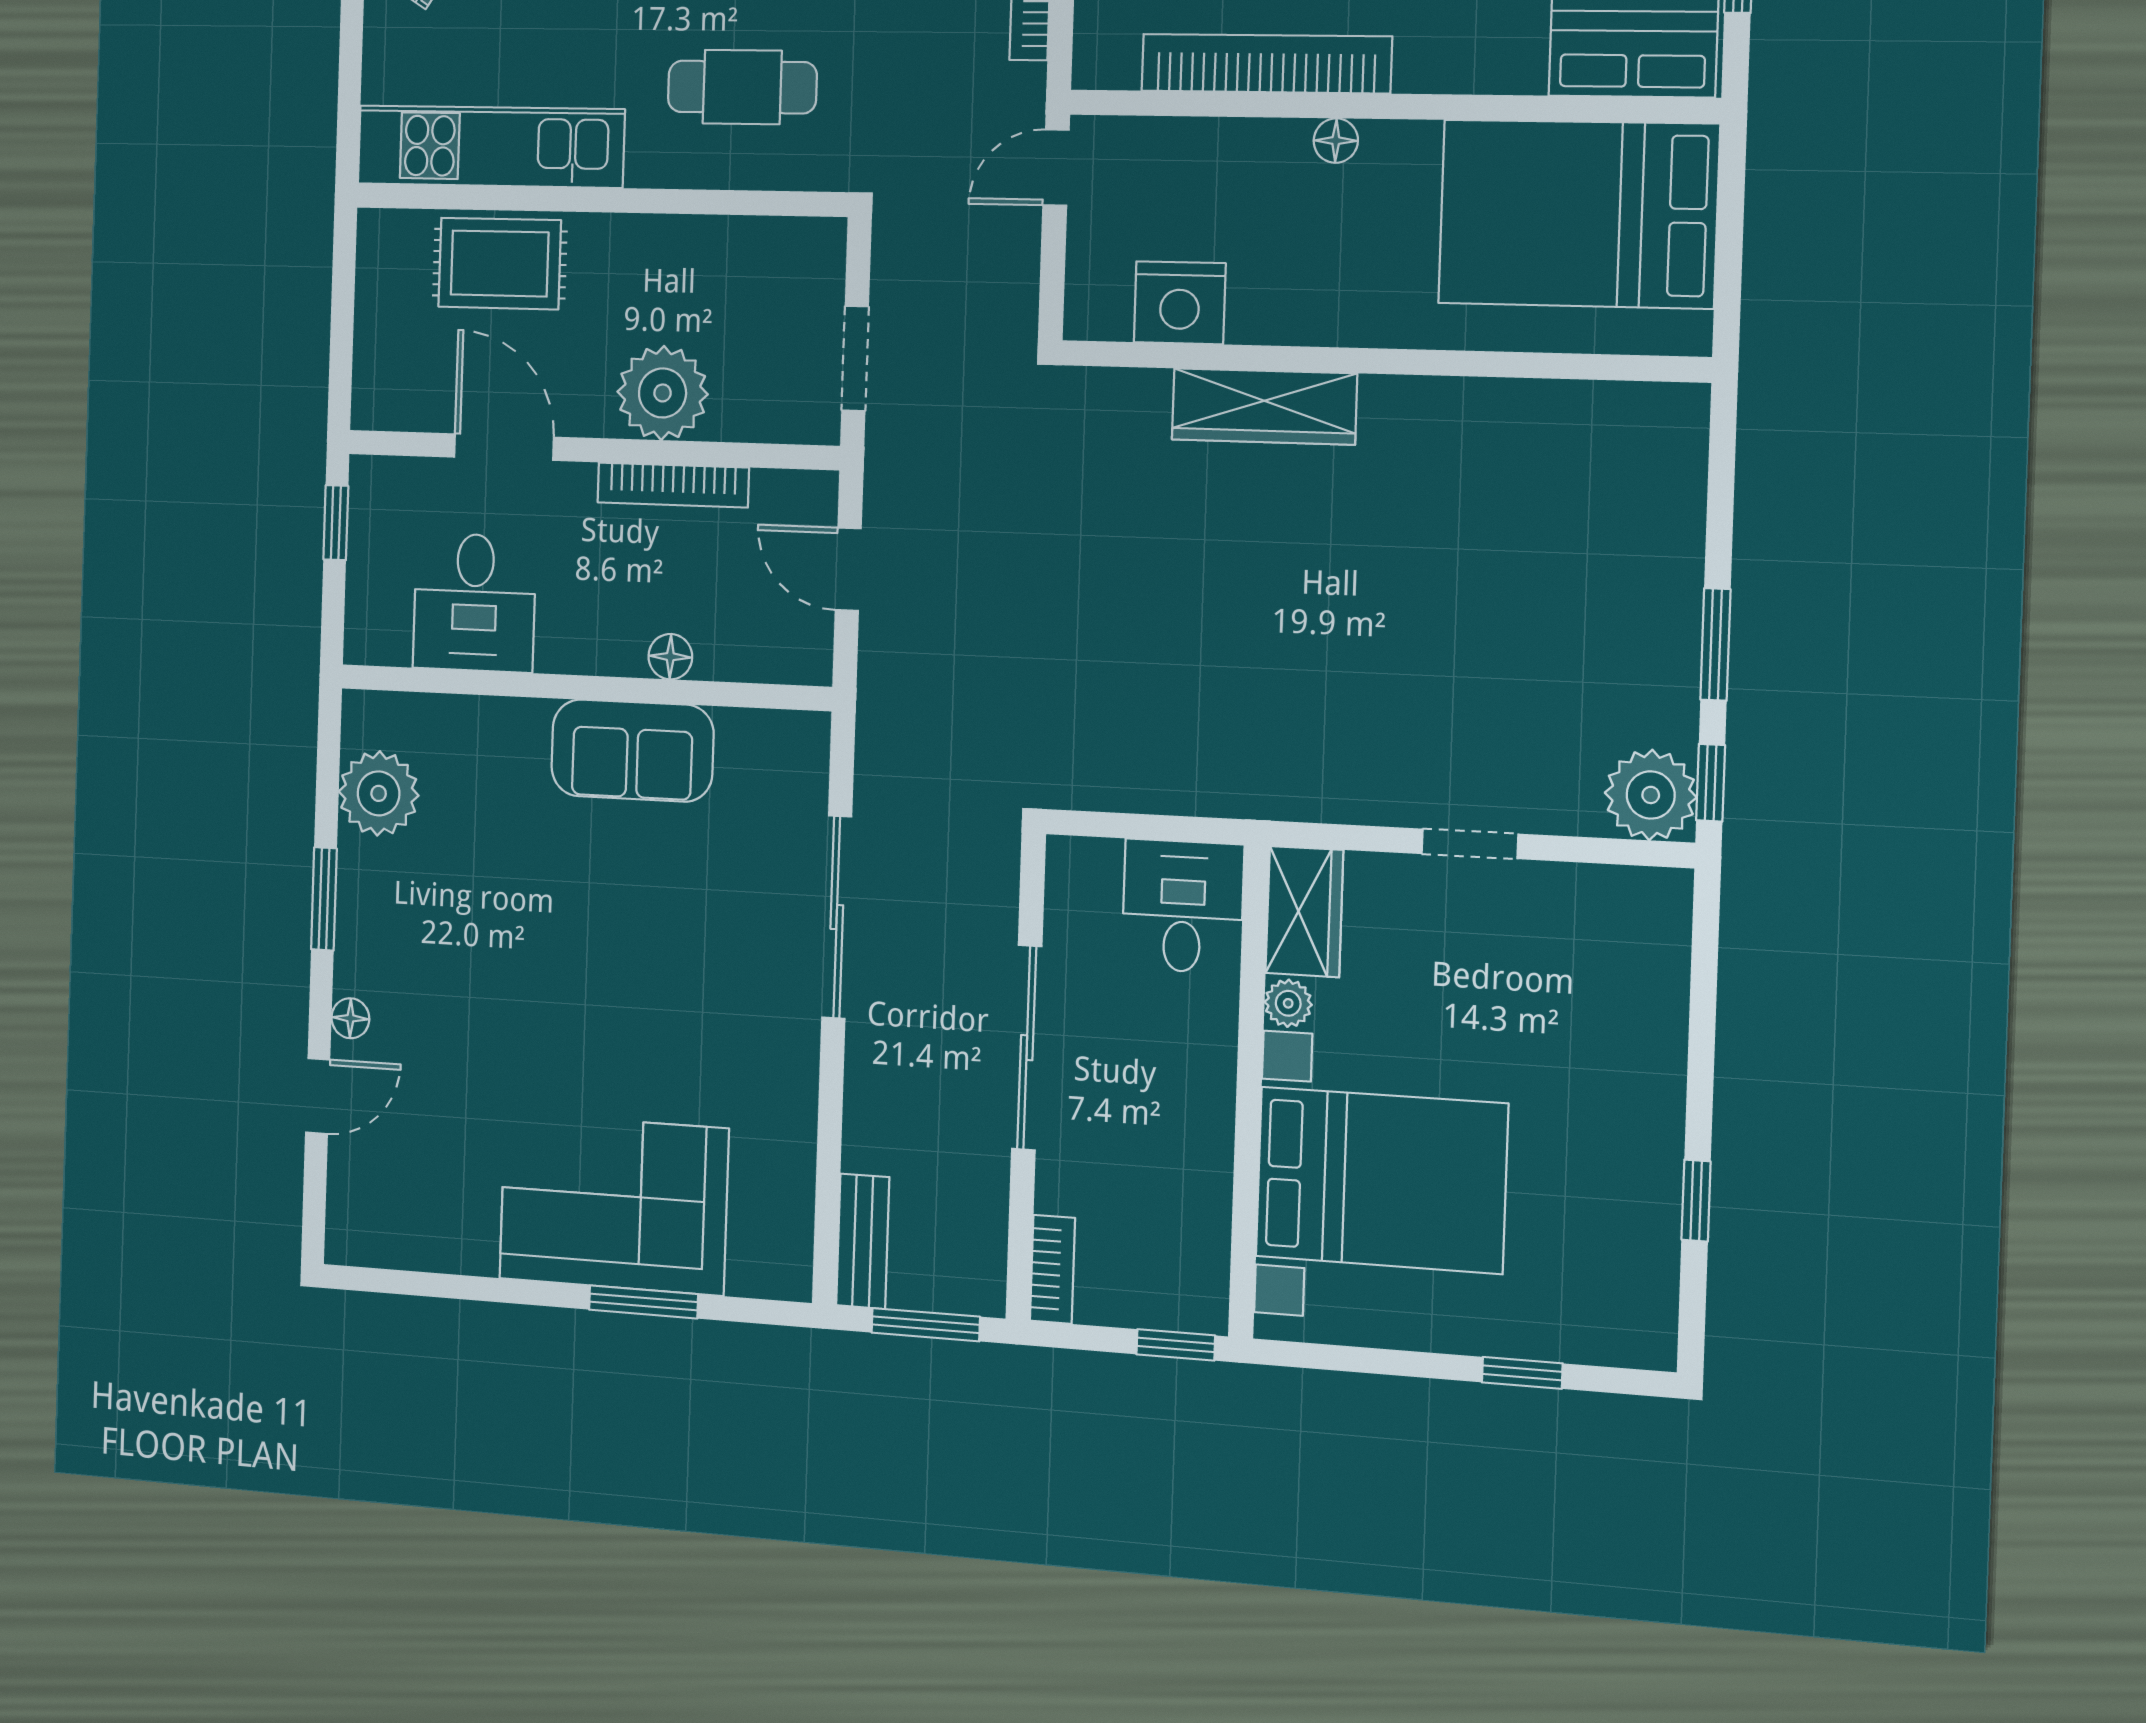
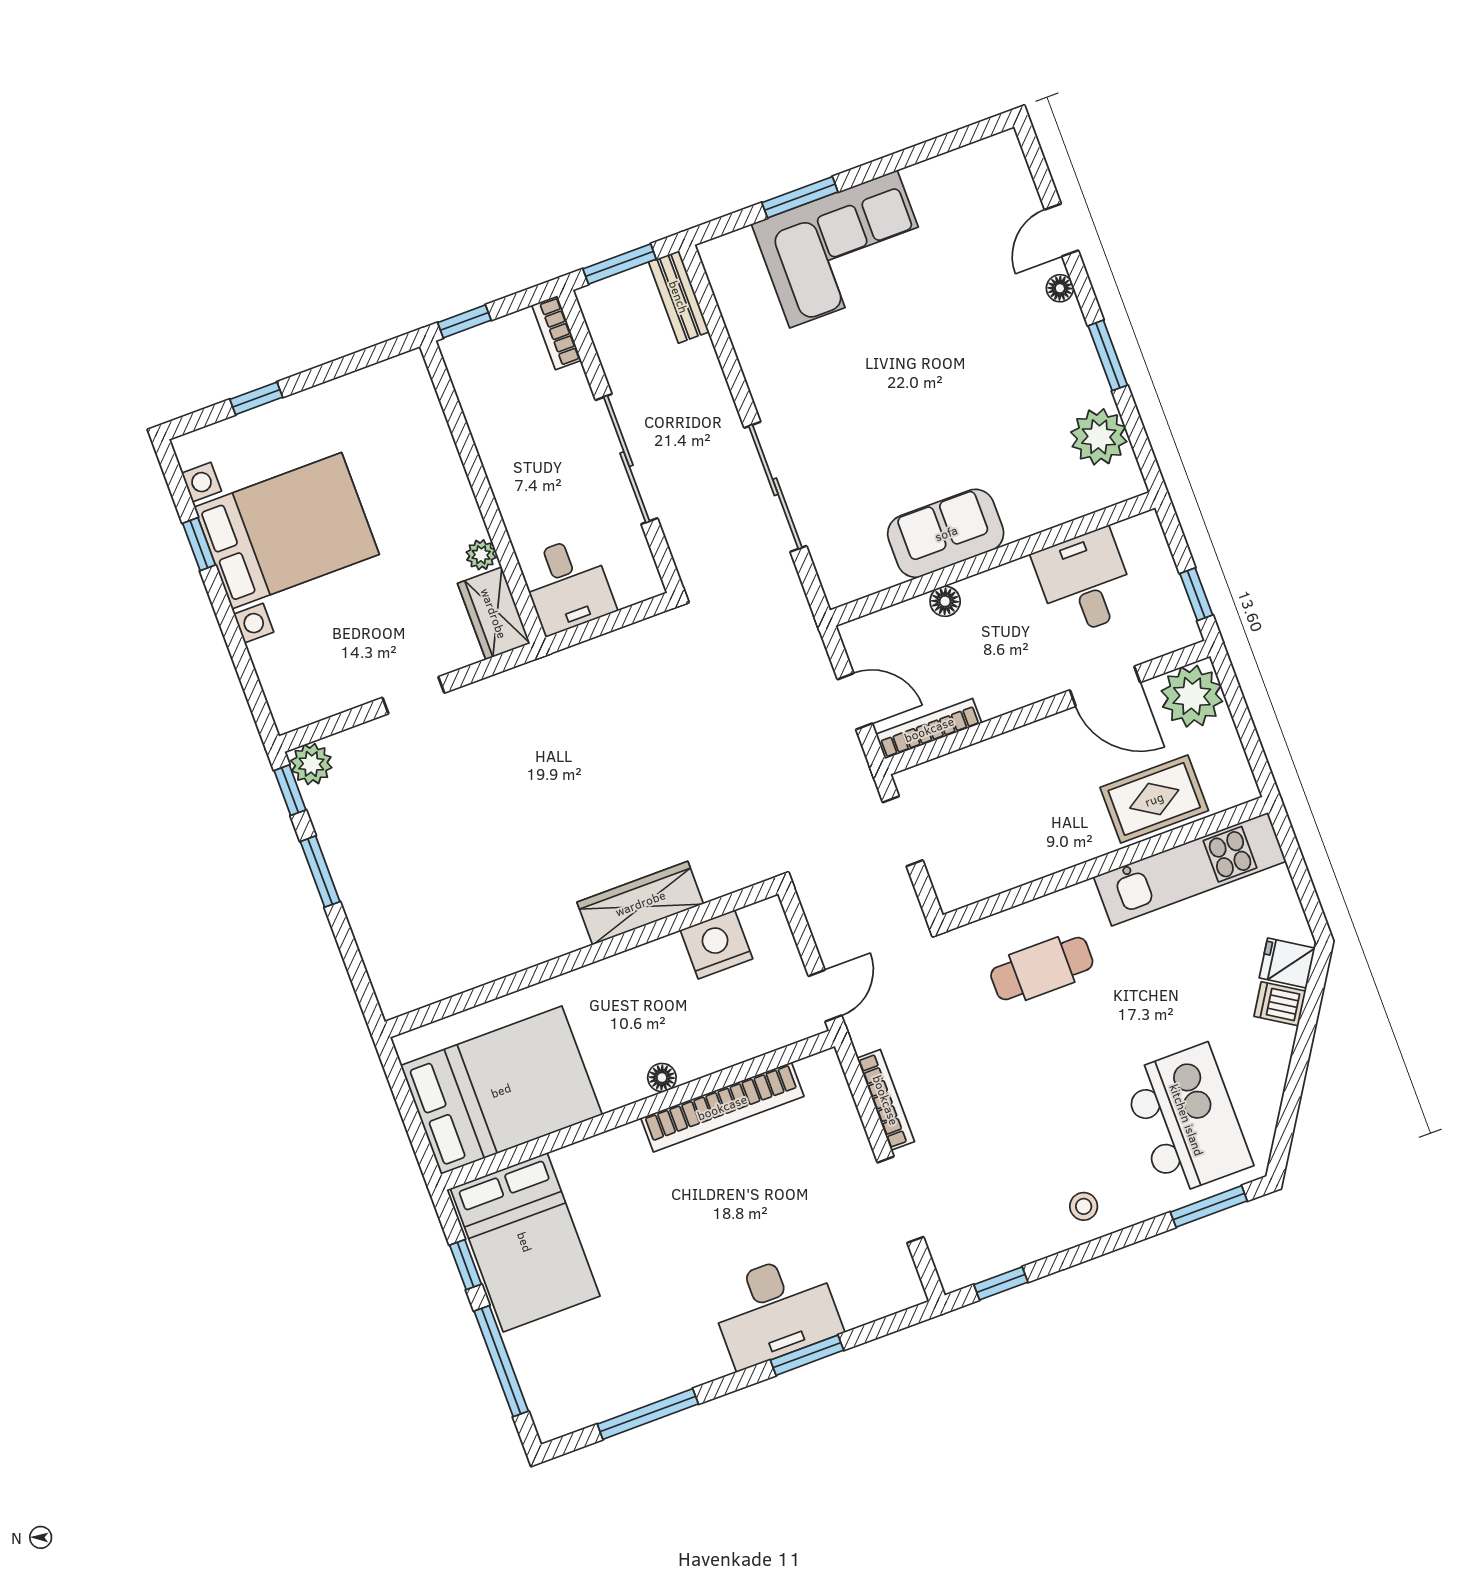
plant: (663, 393) -> (1192, 696), moved
bookcase: (673, 485) -> (929, 729), moved
plant: (1651, 795) -> (311, 764), width x0.73, depth x0.73
bed with nightstands: (1381, 1180) -> (287, 531), moved, turned 180

